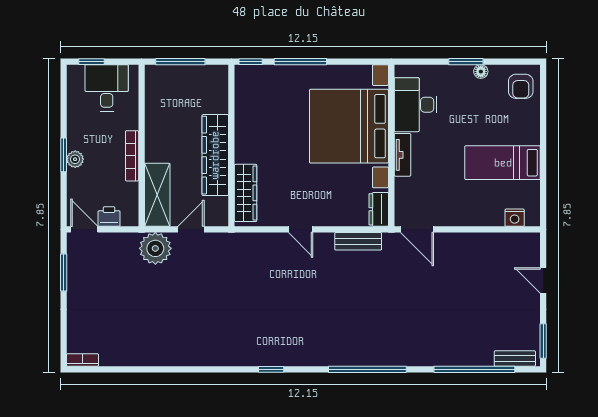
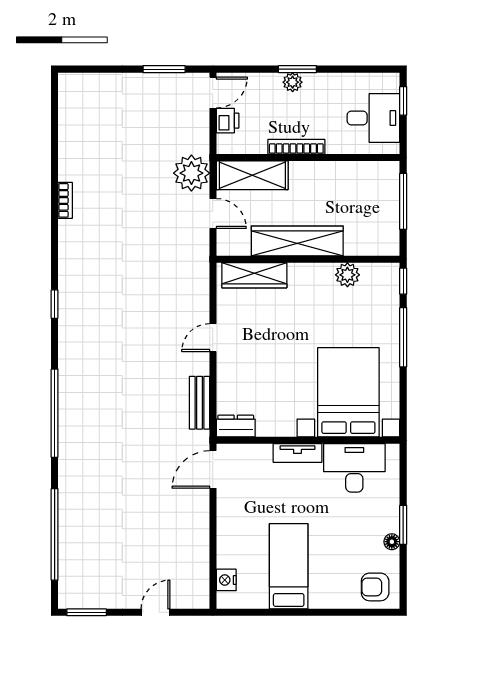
plant: (245, 111) -> (347, 275), added
bed with nightstands: (349, 126) -> (348, 392), width x0.73
bench: (515, 358) -> (67, 580), removed
bookcase: (82, 360) -> (65, 200), moved

